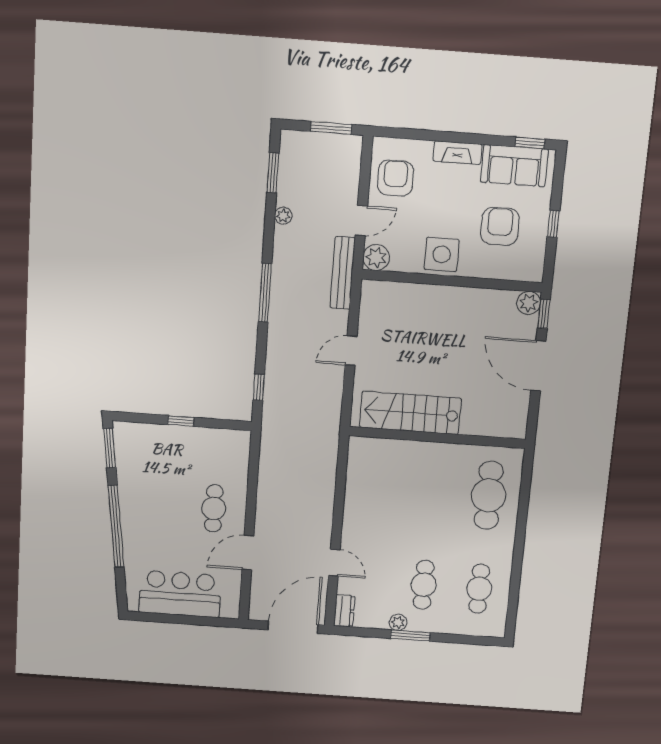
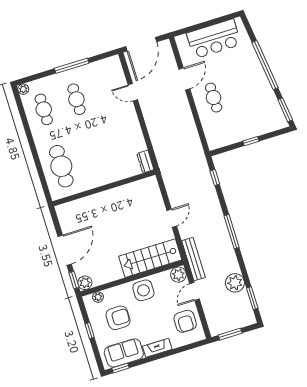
plant: (283, 216) -> (235, 283), width x1.87, depth x1.87
armchair: (500, 226) -> (118, 318), turned -90
plant: (518, 272) -> (98, 297), added
door: (538, 366) -> (65, 250), hinge flipped
stairs: (410, 413) -> (150, 258), moved, turned 180
dresser: (344, 611) -> (145, 162), moved
plant: (398, 622) -> (23, 89), moved
window: (410, 636) -> (72, 66), width x1.44

